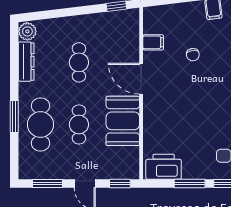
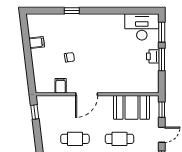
booth: (123, 121) -> (131, 107), moved
printer: (164, 167) -> (153, 56), moved, width x0.53, depth x0.68

